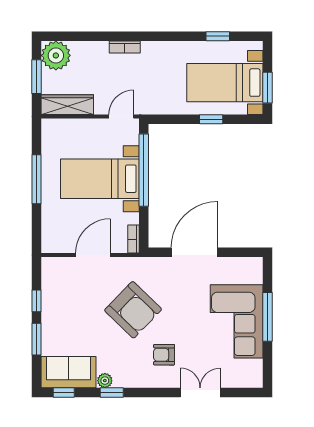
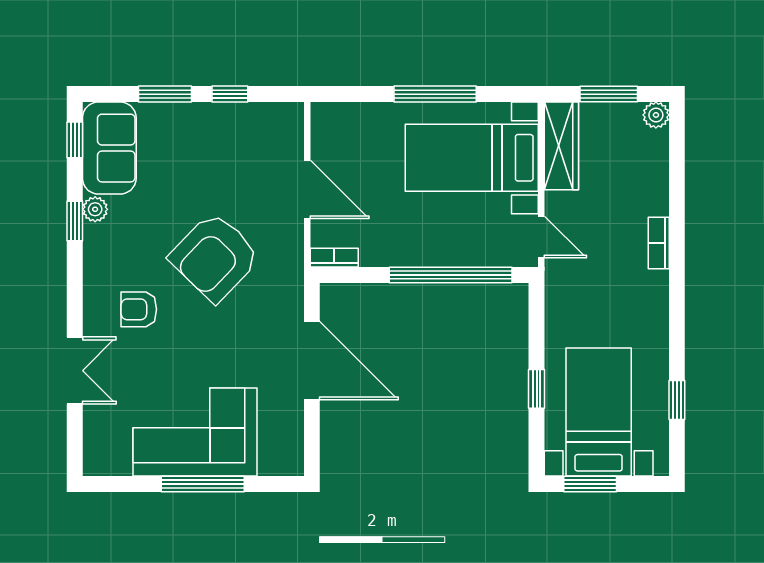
plant: (56, 55) -> (656, 115), width x0.53, depth x0.53
bed with nightstands: (100, 179) -> (472, 158), moved, turned -90
armchair: (164, 355) -> (139, 309), turned -90

